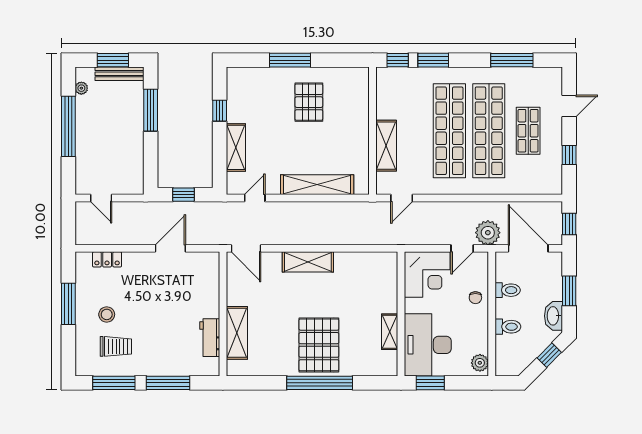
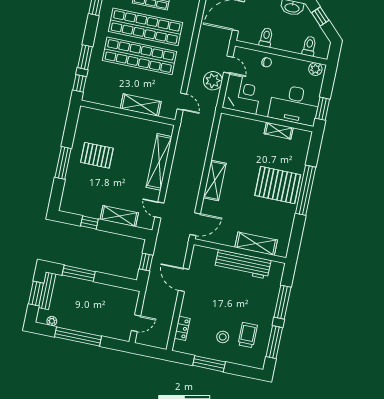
plant: (488, 233) -> (213, 81), moved
toilet: (508, 327) -> (309, 46), moved
workbench: (210, 338) -> (243, 264), width x1.88, depth x1.32

